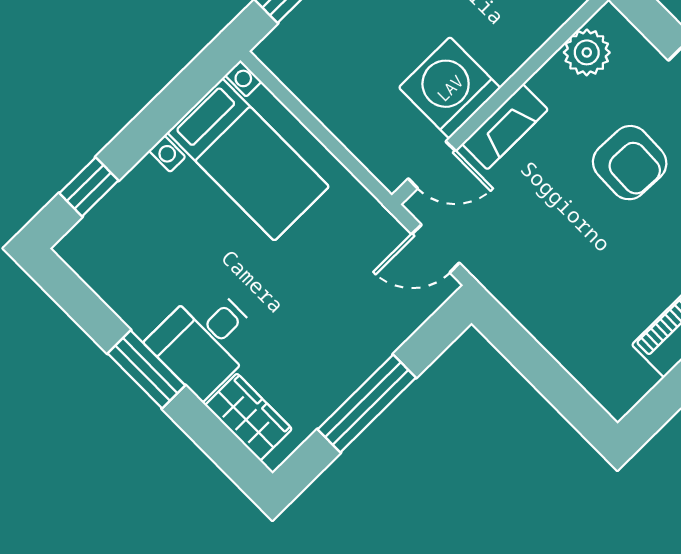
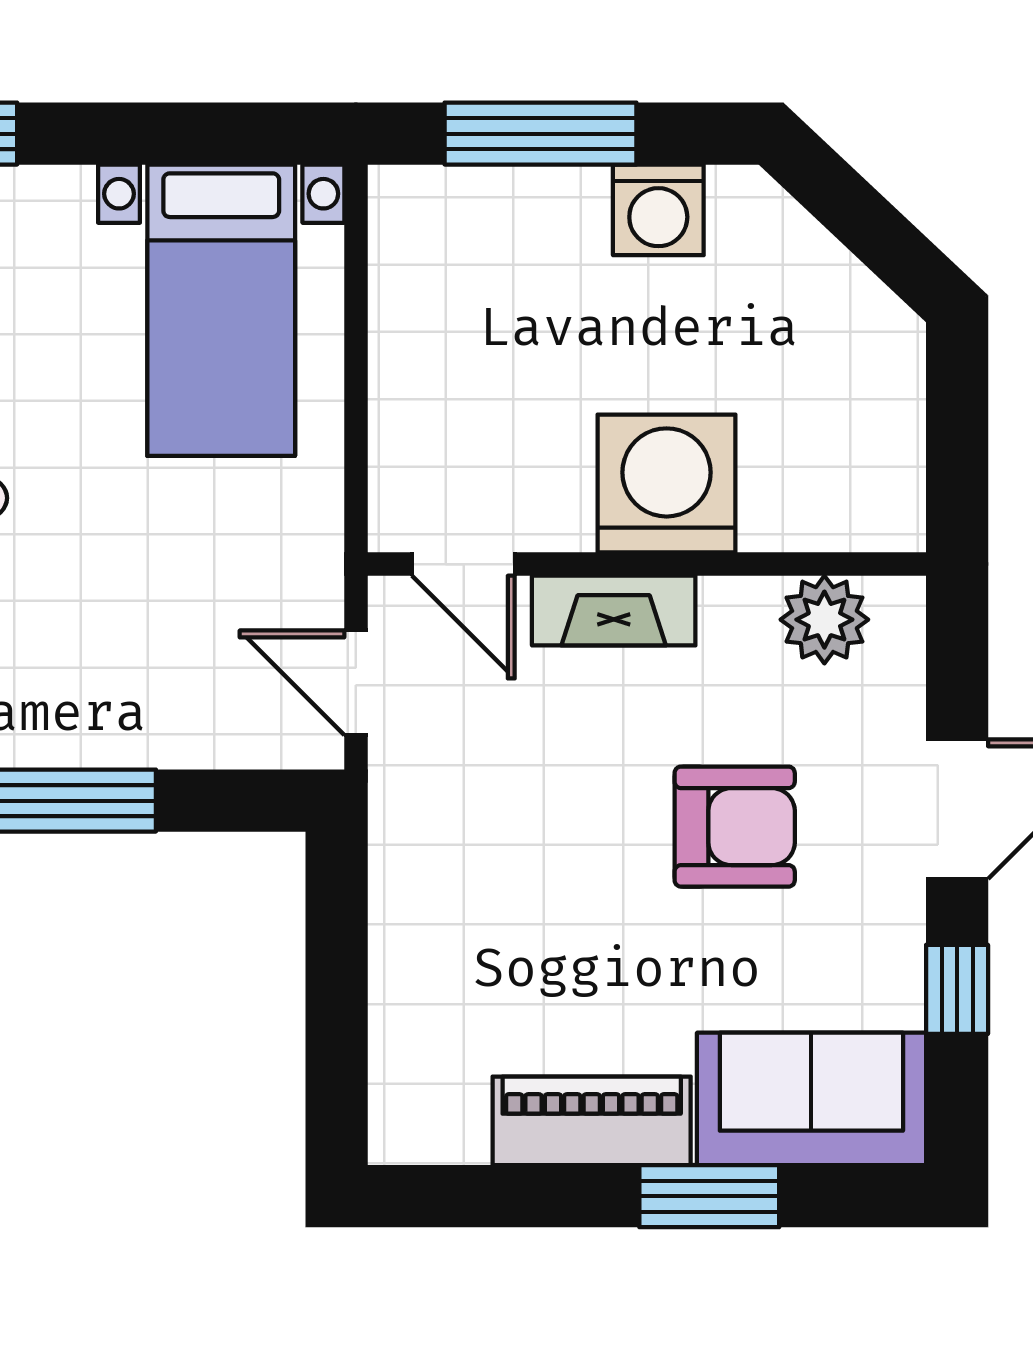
washing machine: (450, 88) -> (667, 483), moved
armchair: (630, 163) -> (735, 827), turned -92

